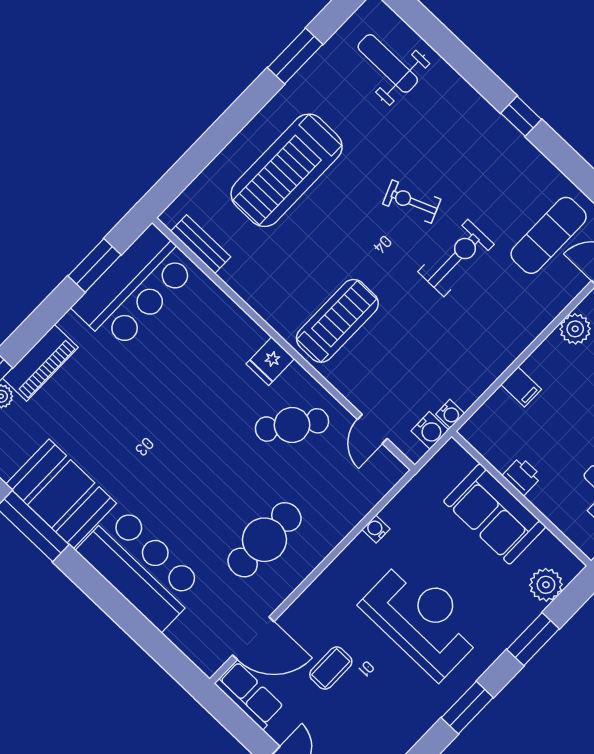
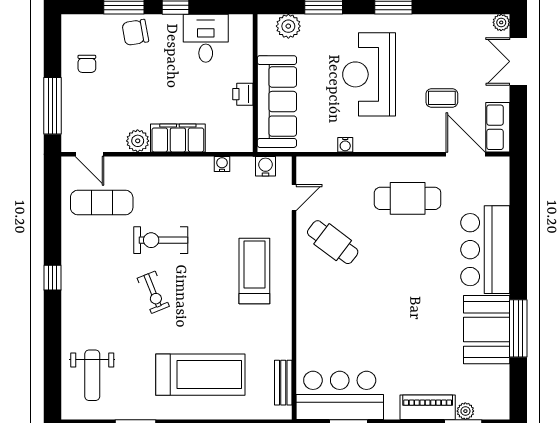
treadmill: (337, 321) -> (254, 271), turned 90
fridge: (270, 361) -> (310, 286), removed
filing cabinet: (521, 387) -> (178, 138), width x3.00, depth x1.17
water cooler: (450, 414) -> (222, 164), moved
sofa: (495, 514) -> (277, 102), width x1.36

